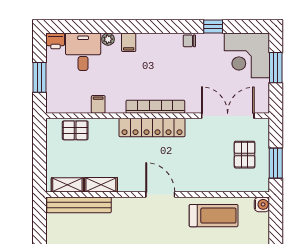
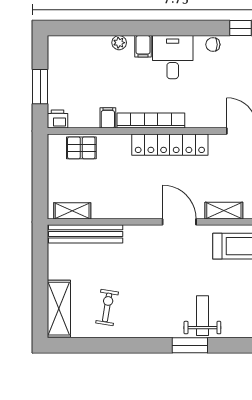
printer: (56, 41) -> (58, 119), moved, turned 180
desk: (83, 52) -> (173, 57), moved
bookcase: (155, 107) -> (151, 121), moved
shelving: (101, 185) -> (224, 211), moved

